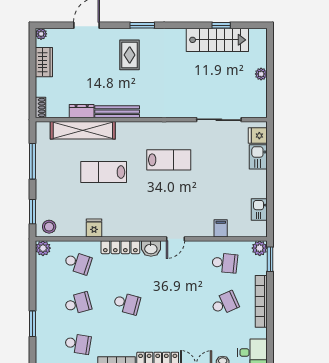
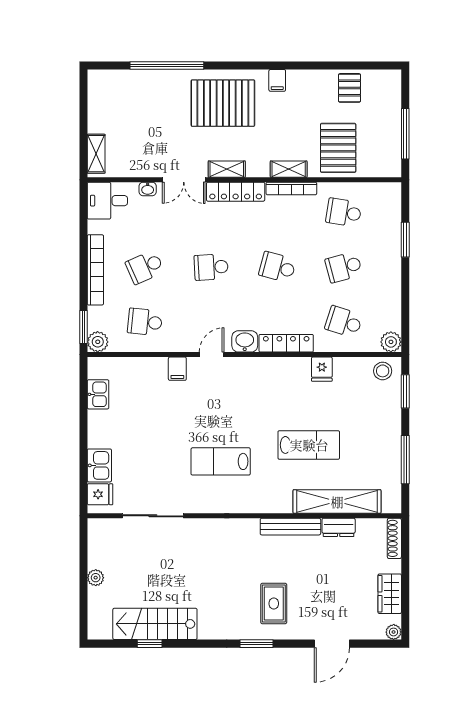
shoe rack: (40, 108) -> (394, 538), width x1.43
filing cabinet: (221, 228) -> (177, 369), moved
school desk: (176, 303) -> (211, 267), added

